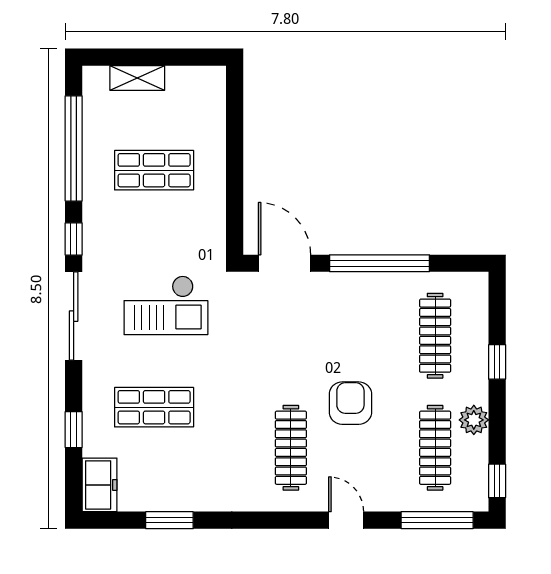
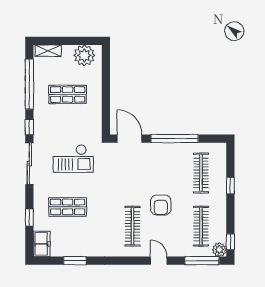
shelving: (137, 78) -> (48, 51), moved
plant: (189, 88) -> (84, 55), added
armchair: (350, 403) -> (161, 205), turned 180
plant: (474, 420) -> (219, 250), moved

